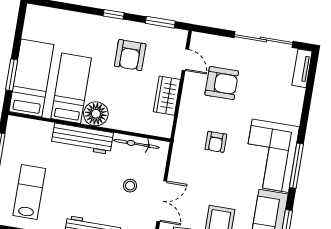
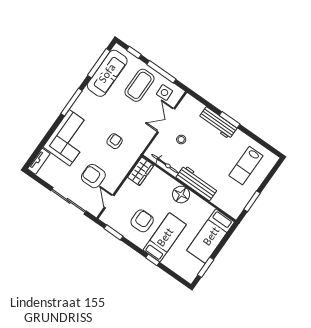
window: (114, 14) -> (153, 260), moved
sliding door: (263, 39) -> (69, 201), moved
window: (12, 75) -> (206, 267), moved
bed: (71, 88) -> (165, 237), moved, turned 180
wardrobe: (167, 96) -> (141, 171), moved
corner sofa: (270, 156) -> (70, 138), moved

